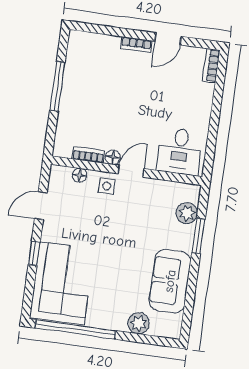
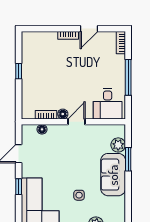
window: (57, 86) -> (19, 71), width x0.46
window: (215, 117) -> (128, 77), added
side table: (107, 186) -> (79, 195), moved
sofa: (170, 281) -> (113, 175), moved

